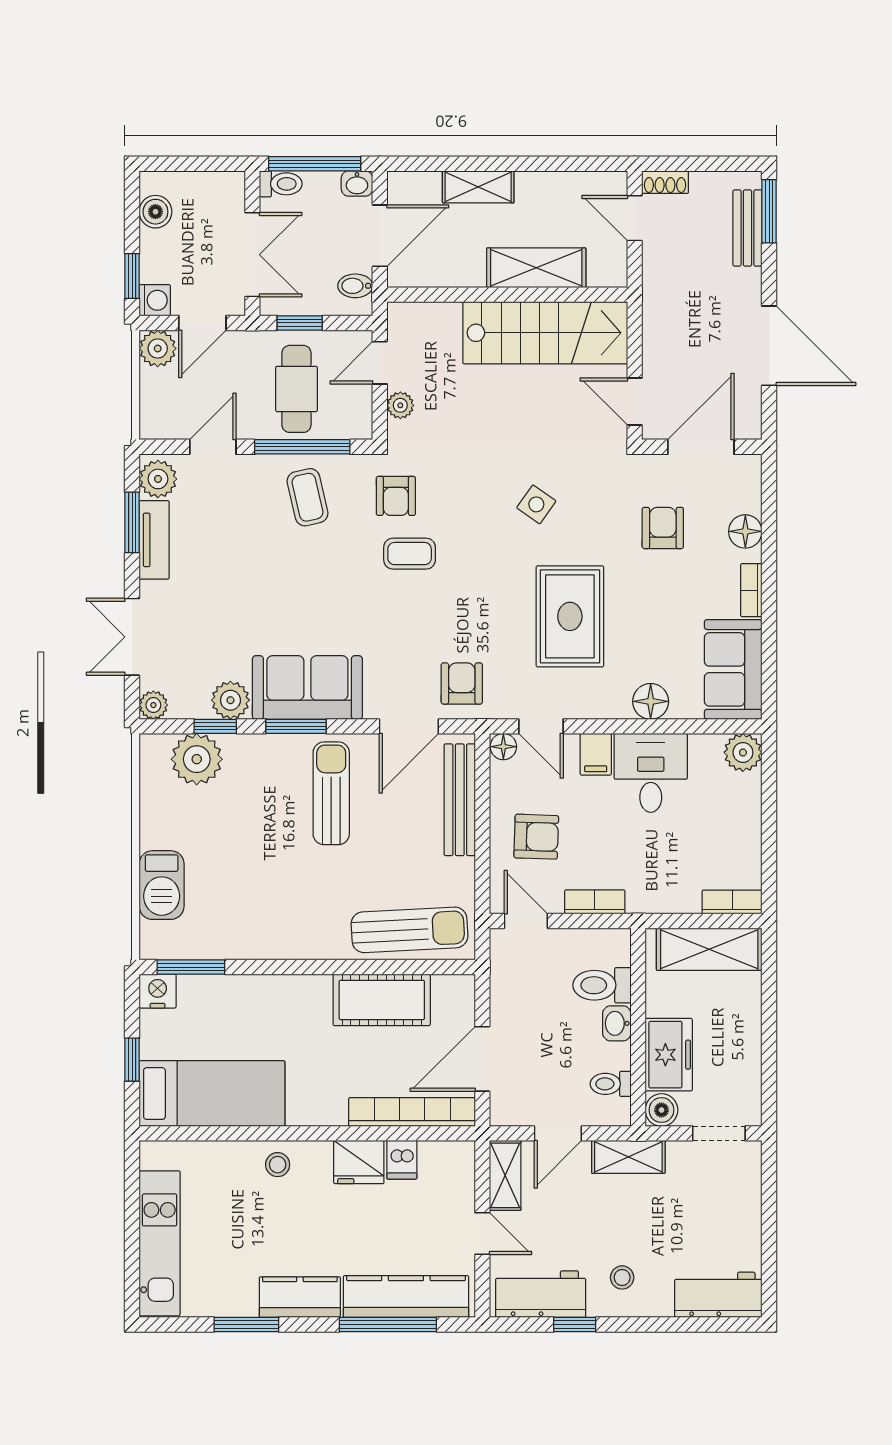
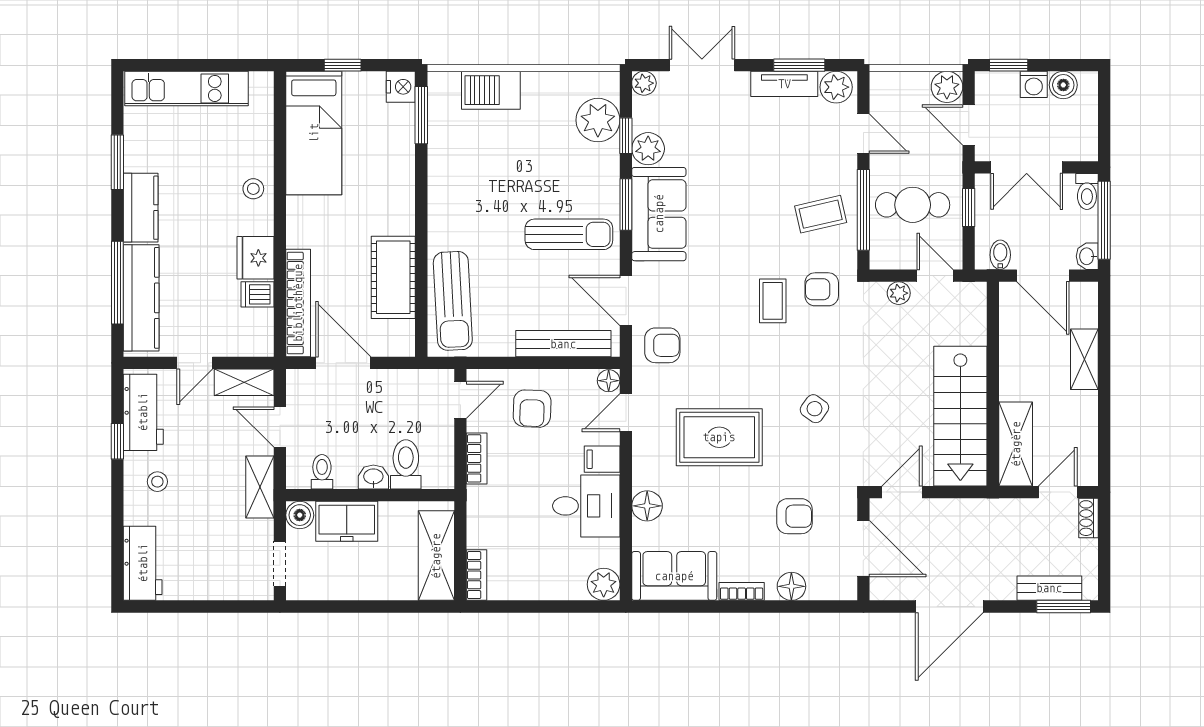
shelving: (536, 268) -> (1016, 444), moved
washing machine: (155, 300) -> (1034, 84), moved

